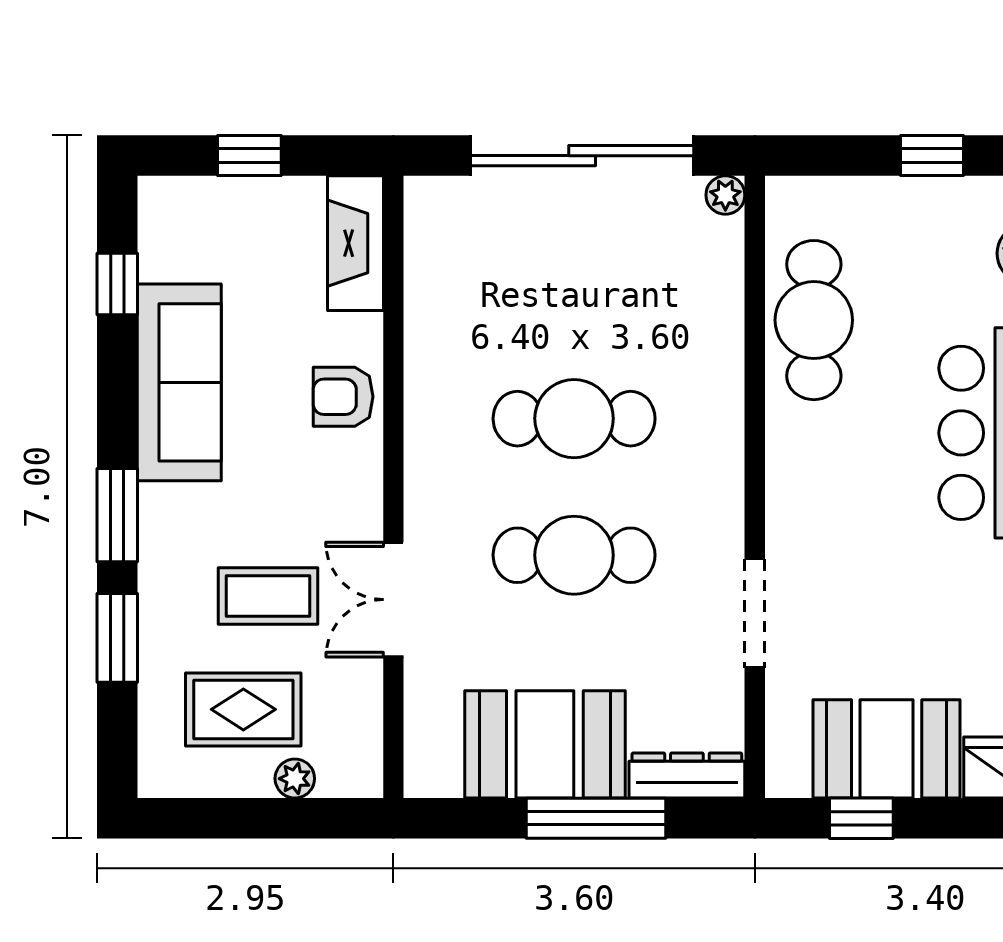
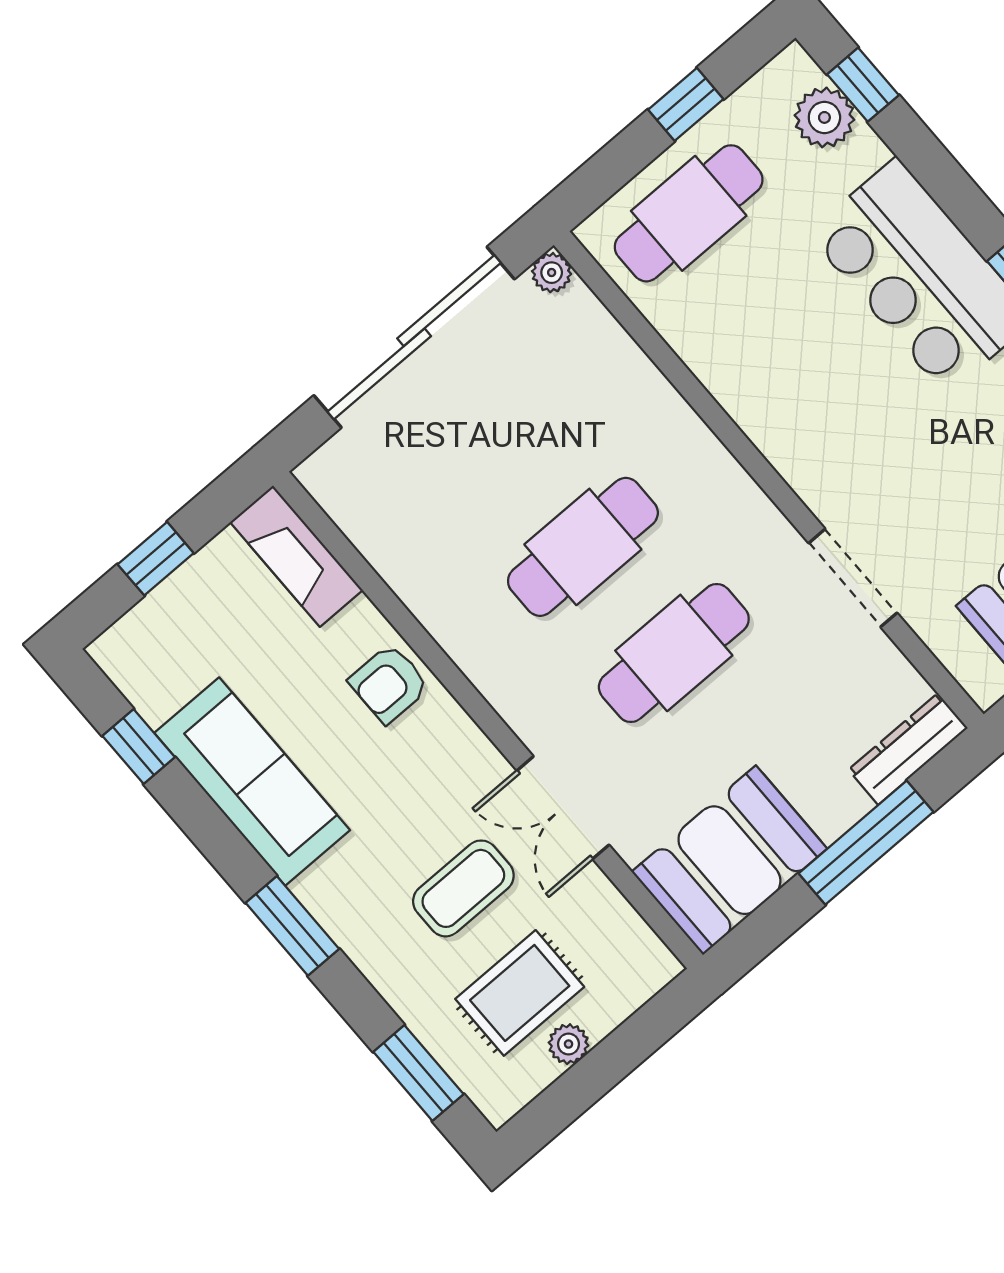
cafe table: (814, 320) -> (689, 213), moved, turned 90
window: (117, 638) -> (418, 1073), moved
booth: (545, 744) -> (729, 860), moved
plant: (295, 779) -> (569, 1044), moved

